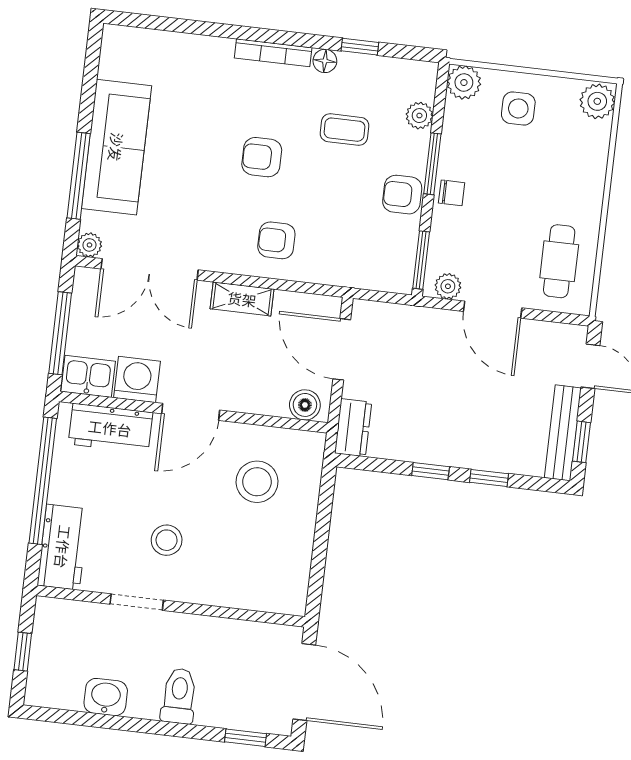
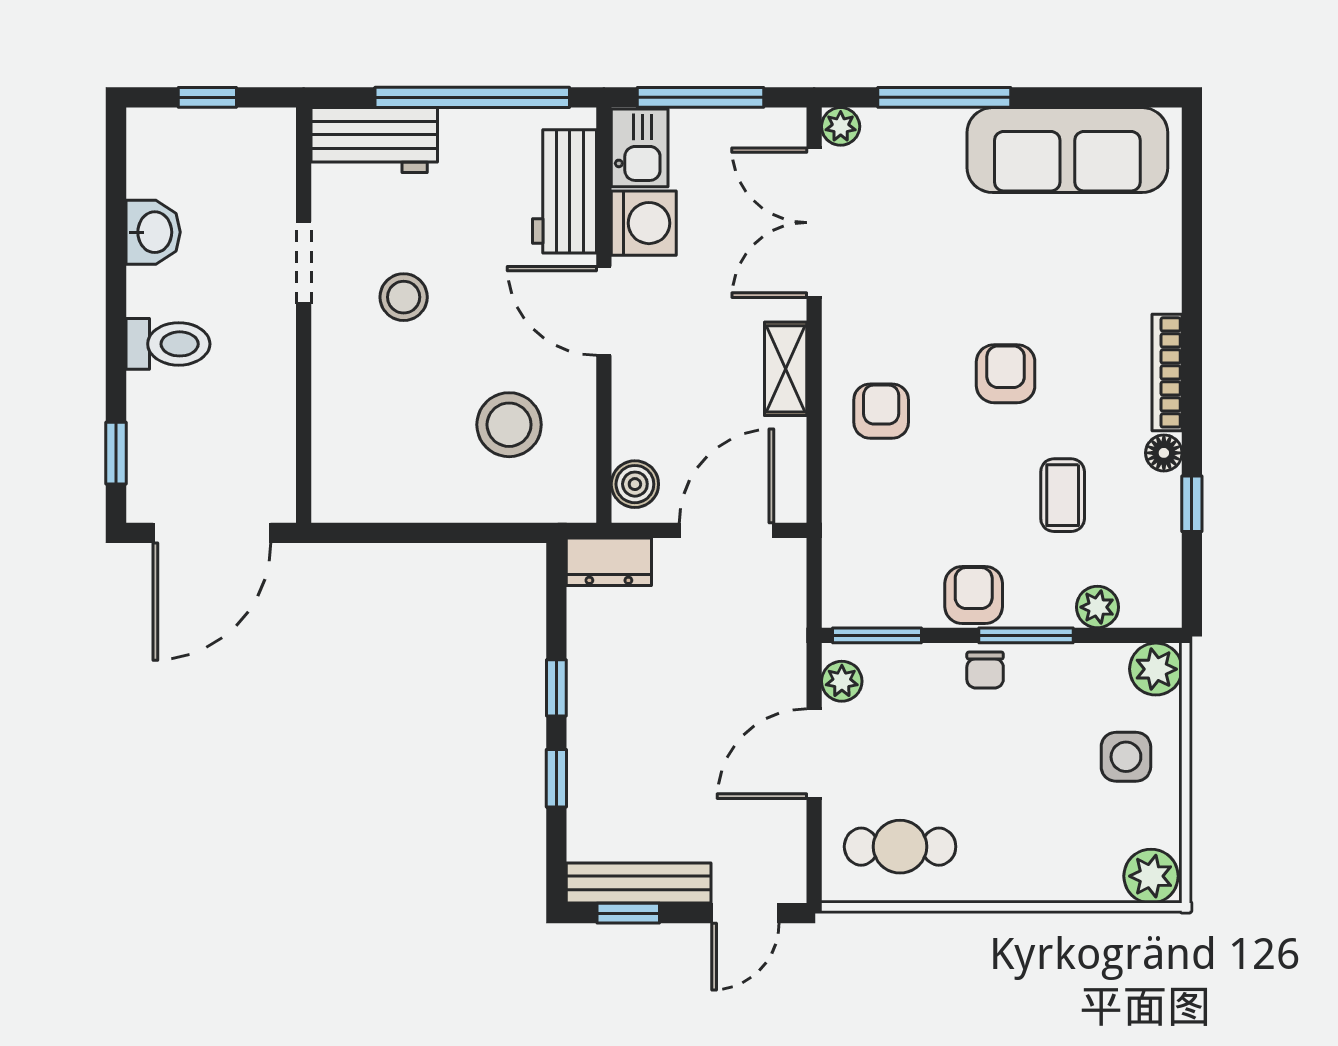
sofa: (116, 147) -> (1067, 150), moved

